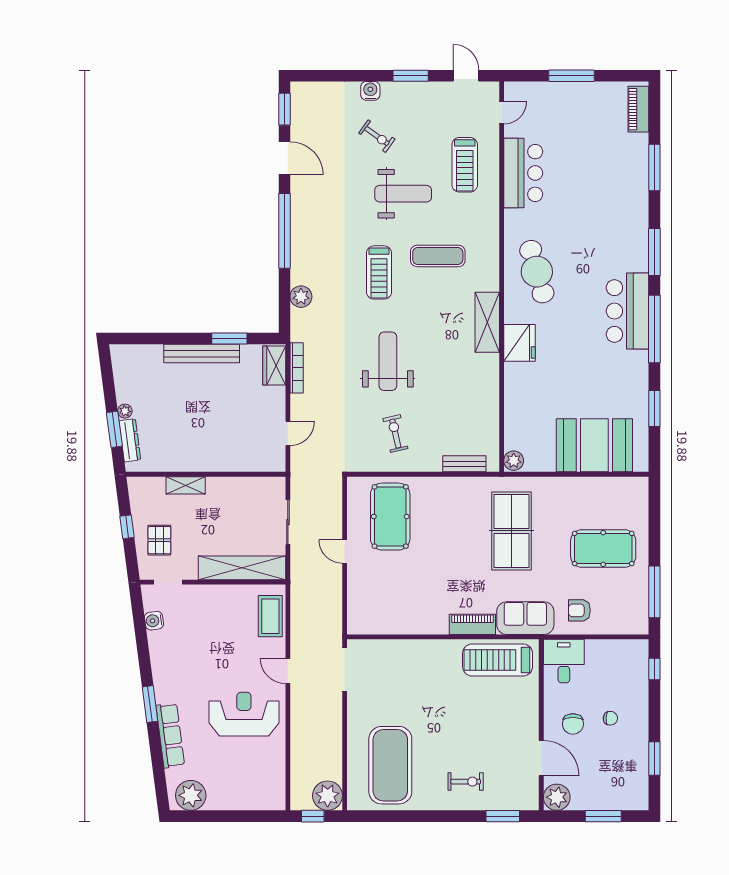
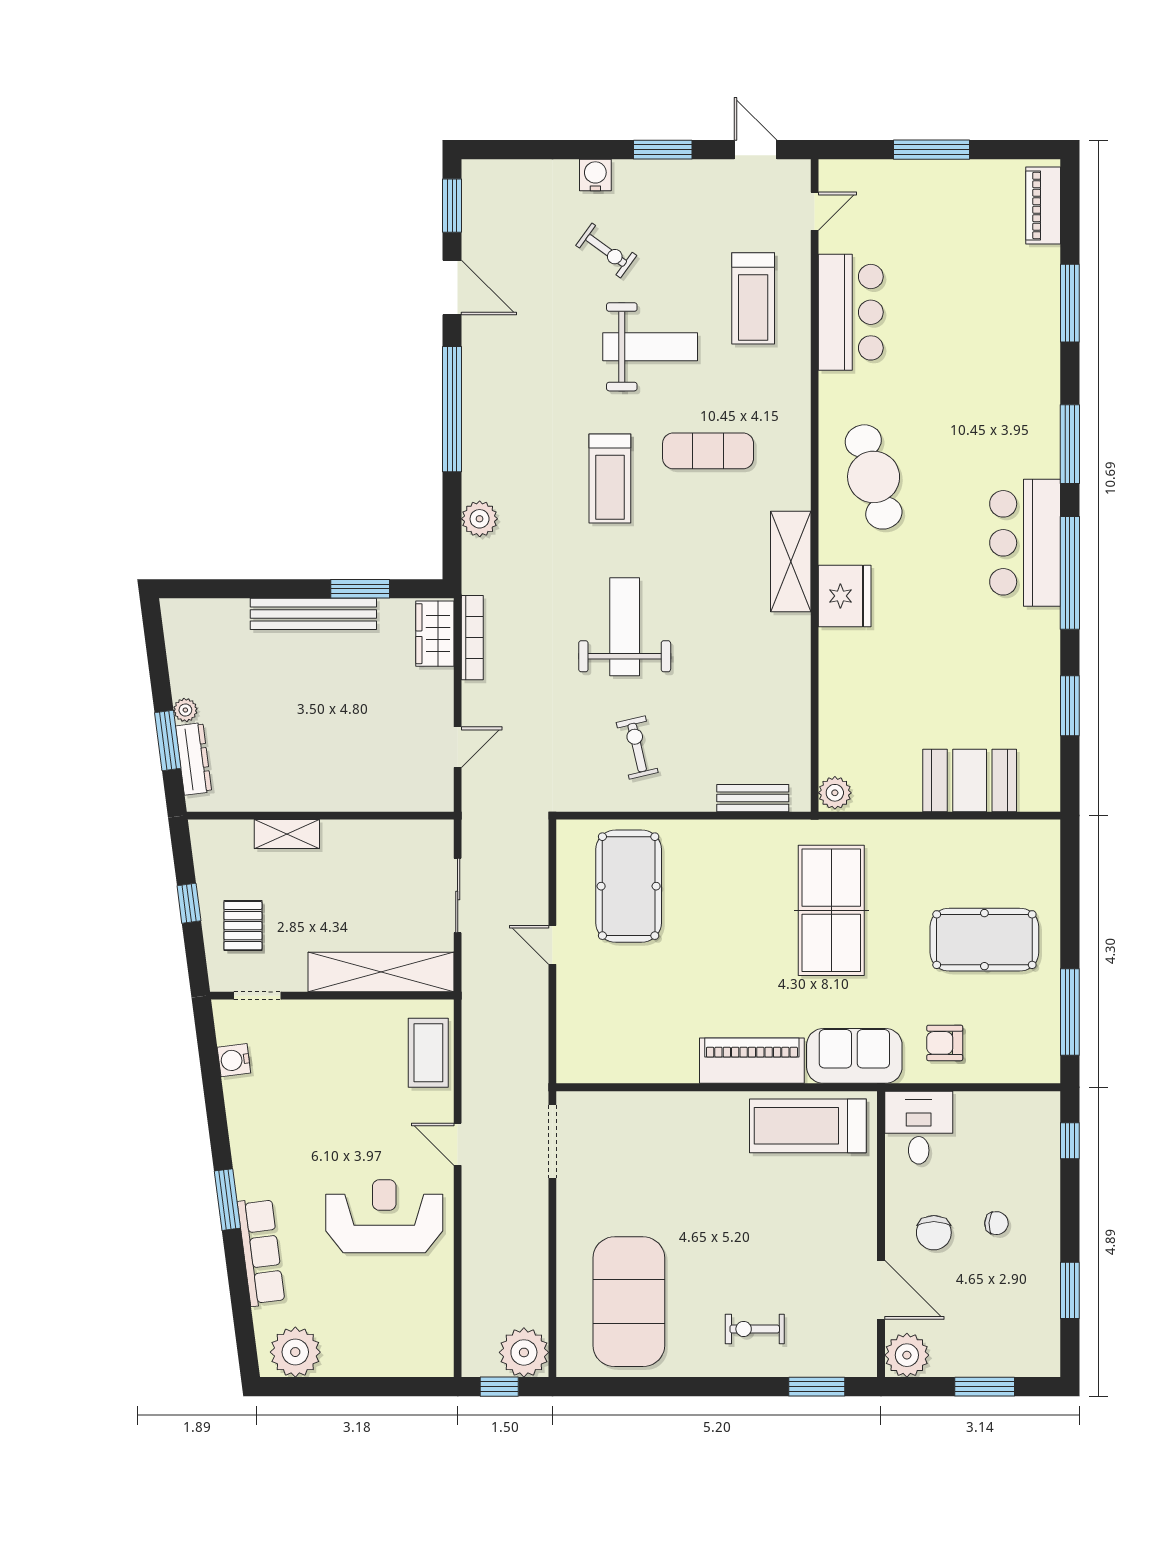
booth: (594, 445) -> (970, 780), width x0.73, depth x0.70
piano: (472, 624) -> (752, 1061), width x1.37, depth x1.33
exercise bike: (466, 782) -> (755, 1329), turned 180

